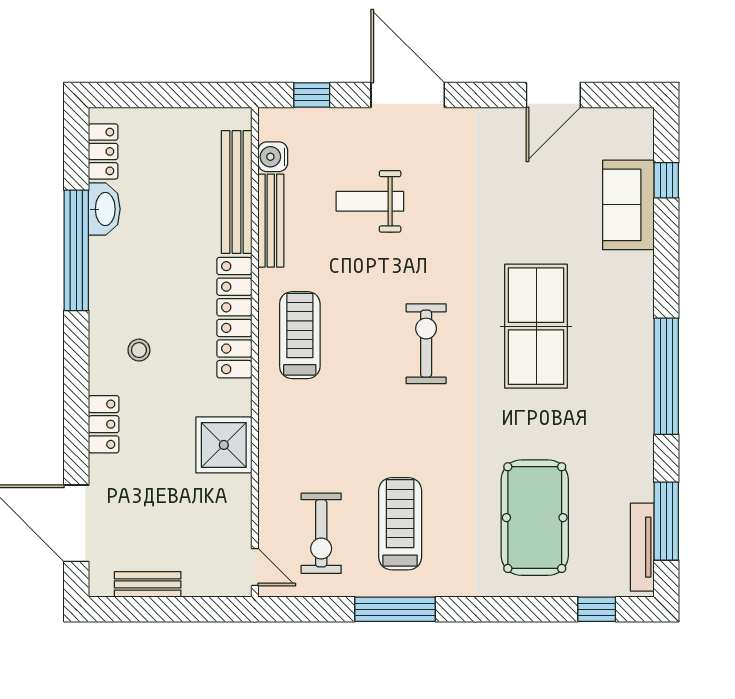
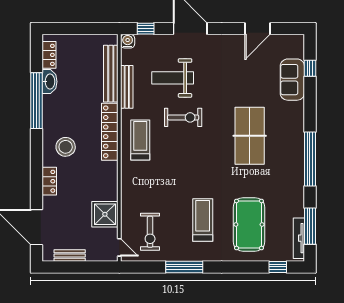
water cooler: (273, 157) -> (128, 41), moved, turned 90
weight bench: (370, 201) -> (173, 78), width x1.36, depth x1.33
exercise bike: (426, 344) -> (183, 117), moved, turned 90
stool: (139, 350) -> (66, 147), width x1.89, depth x1.89
shower: (224, 445) -> (105, 214), moved
treadmill: (400, 524) -> (203, 220), moved

